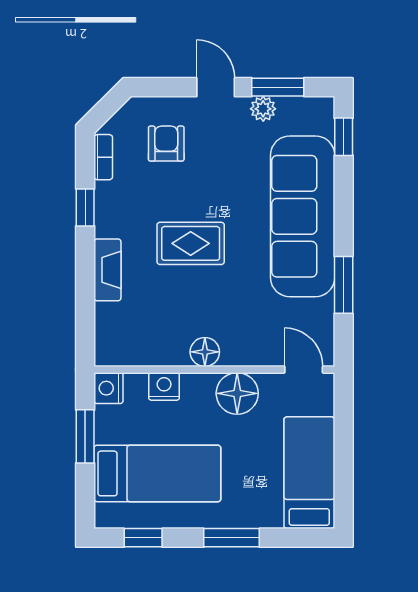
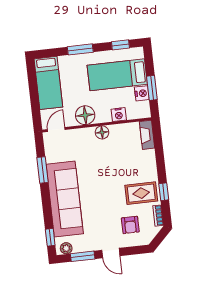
plant: (263, 109) -> (66, 248), moved
rug: (191, 243) -> (141, 193), moved
fireplace: (107, 270) -> (147, 135), moved
door: (304, 370) -> (56, 129), swing flipped
nightstand: (109, 388) -> (142, 93), moved

